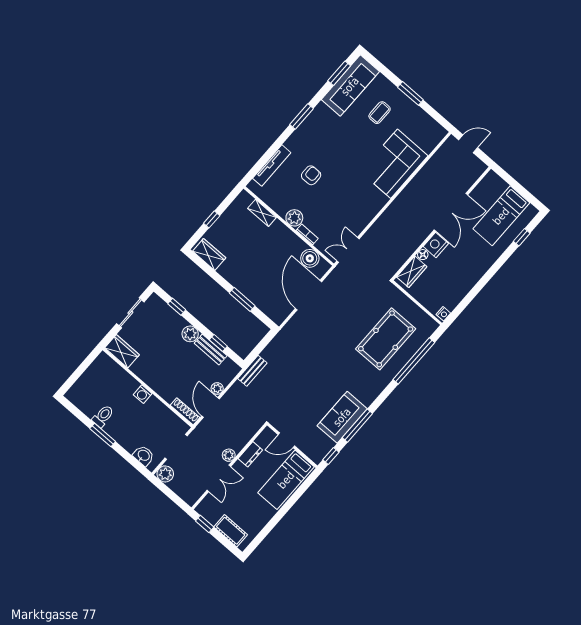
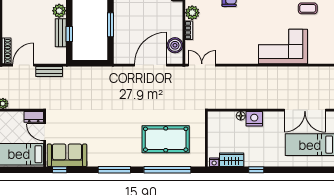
double door: (451, 212) -> (305, 110), moved
window: (522, 237) -> (256, 170), moved
wardrobe: (412, 272) -> (232, 160), moved, turned 180
bench: (252, 371) -> (49, 71), moved
plant: (217, 389) -> (39, 59), removed
sofa: (342, 417) -> (67, 155), moved
window: (357, 426) -> (114, 170), moved
dresser: (250, 454) -> (34, 117), moved

